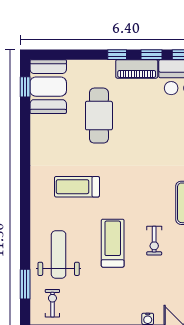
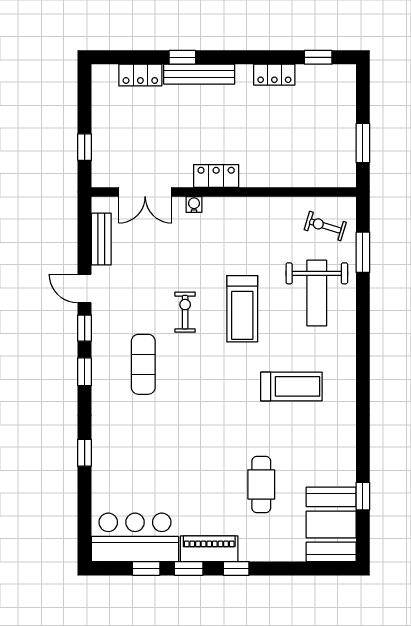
window: (25, 87) -> (363, 496), moved
cafe table: (99, 116) -> (261, 484), width x0.73, depth x0.74
exercise bike: (52, 303) -> (325, 226), turned 107

